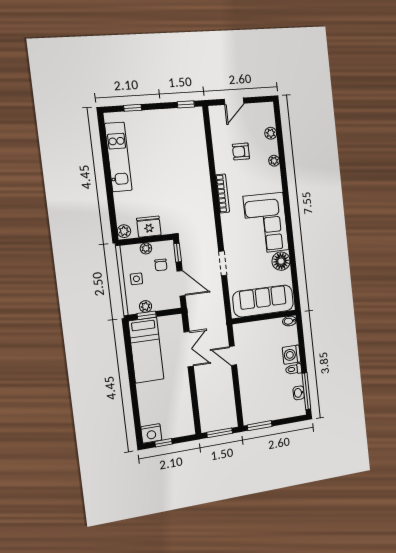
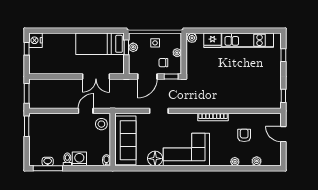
fridge: (149, 227) -> (213, 40), moved, turned 90
stool: (247, 334) -> (101, 124), added

